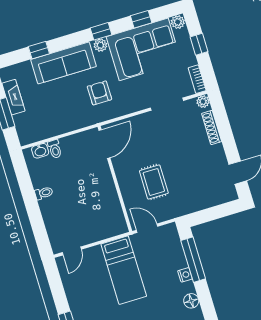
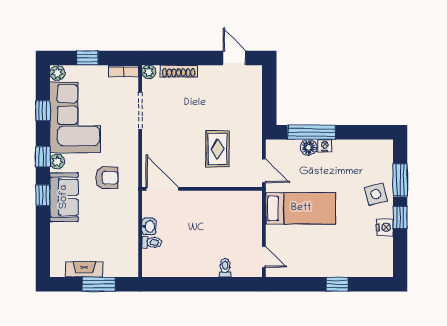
window: (39, 50) -> (43, 195), moved
sofa: (63, 63) -> (64, 197), width x0.73
armchair: (99, 93) -> (107, 178), turned 180
washbasin: (40, 151) -> (149, 226), moved
rug: (154, 182) -> (218, 149), turned 90
toilet: (44, 193) -> (225, 268), moved
door: (147, 228) -> (264, 171), swing flipped
floor lamp: (191, 301) -> (309, 147), moved

